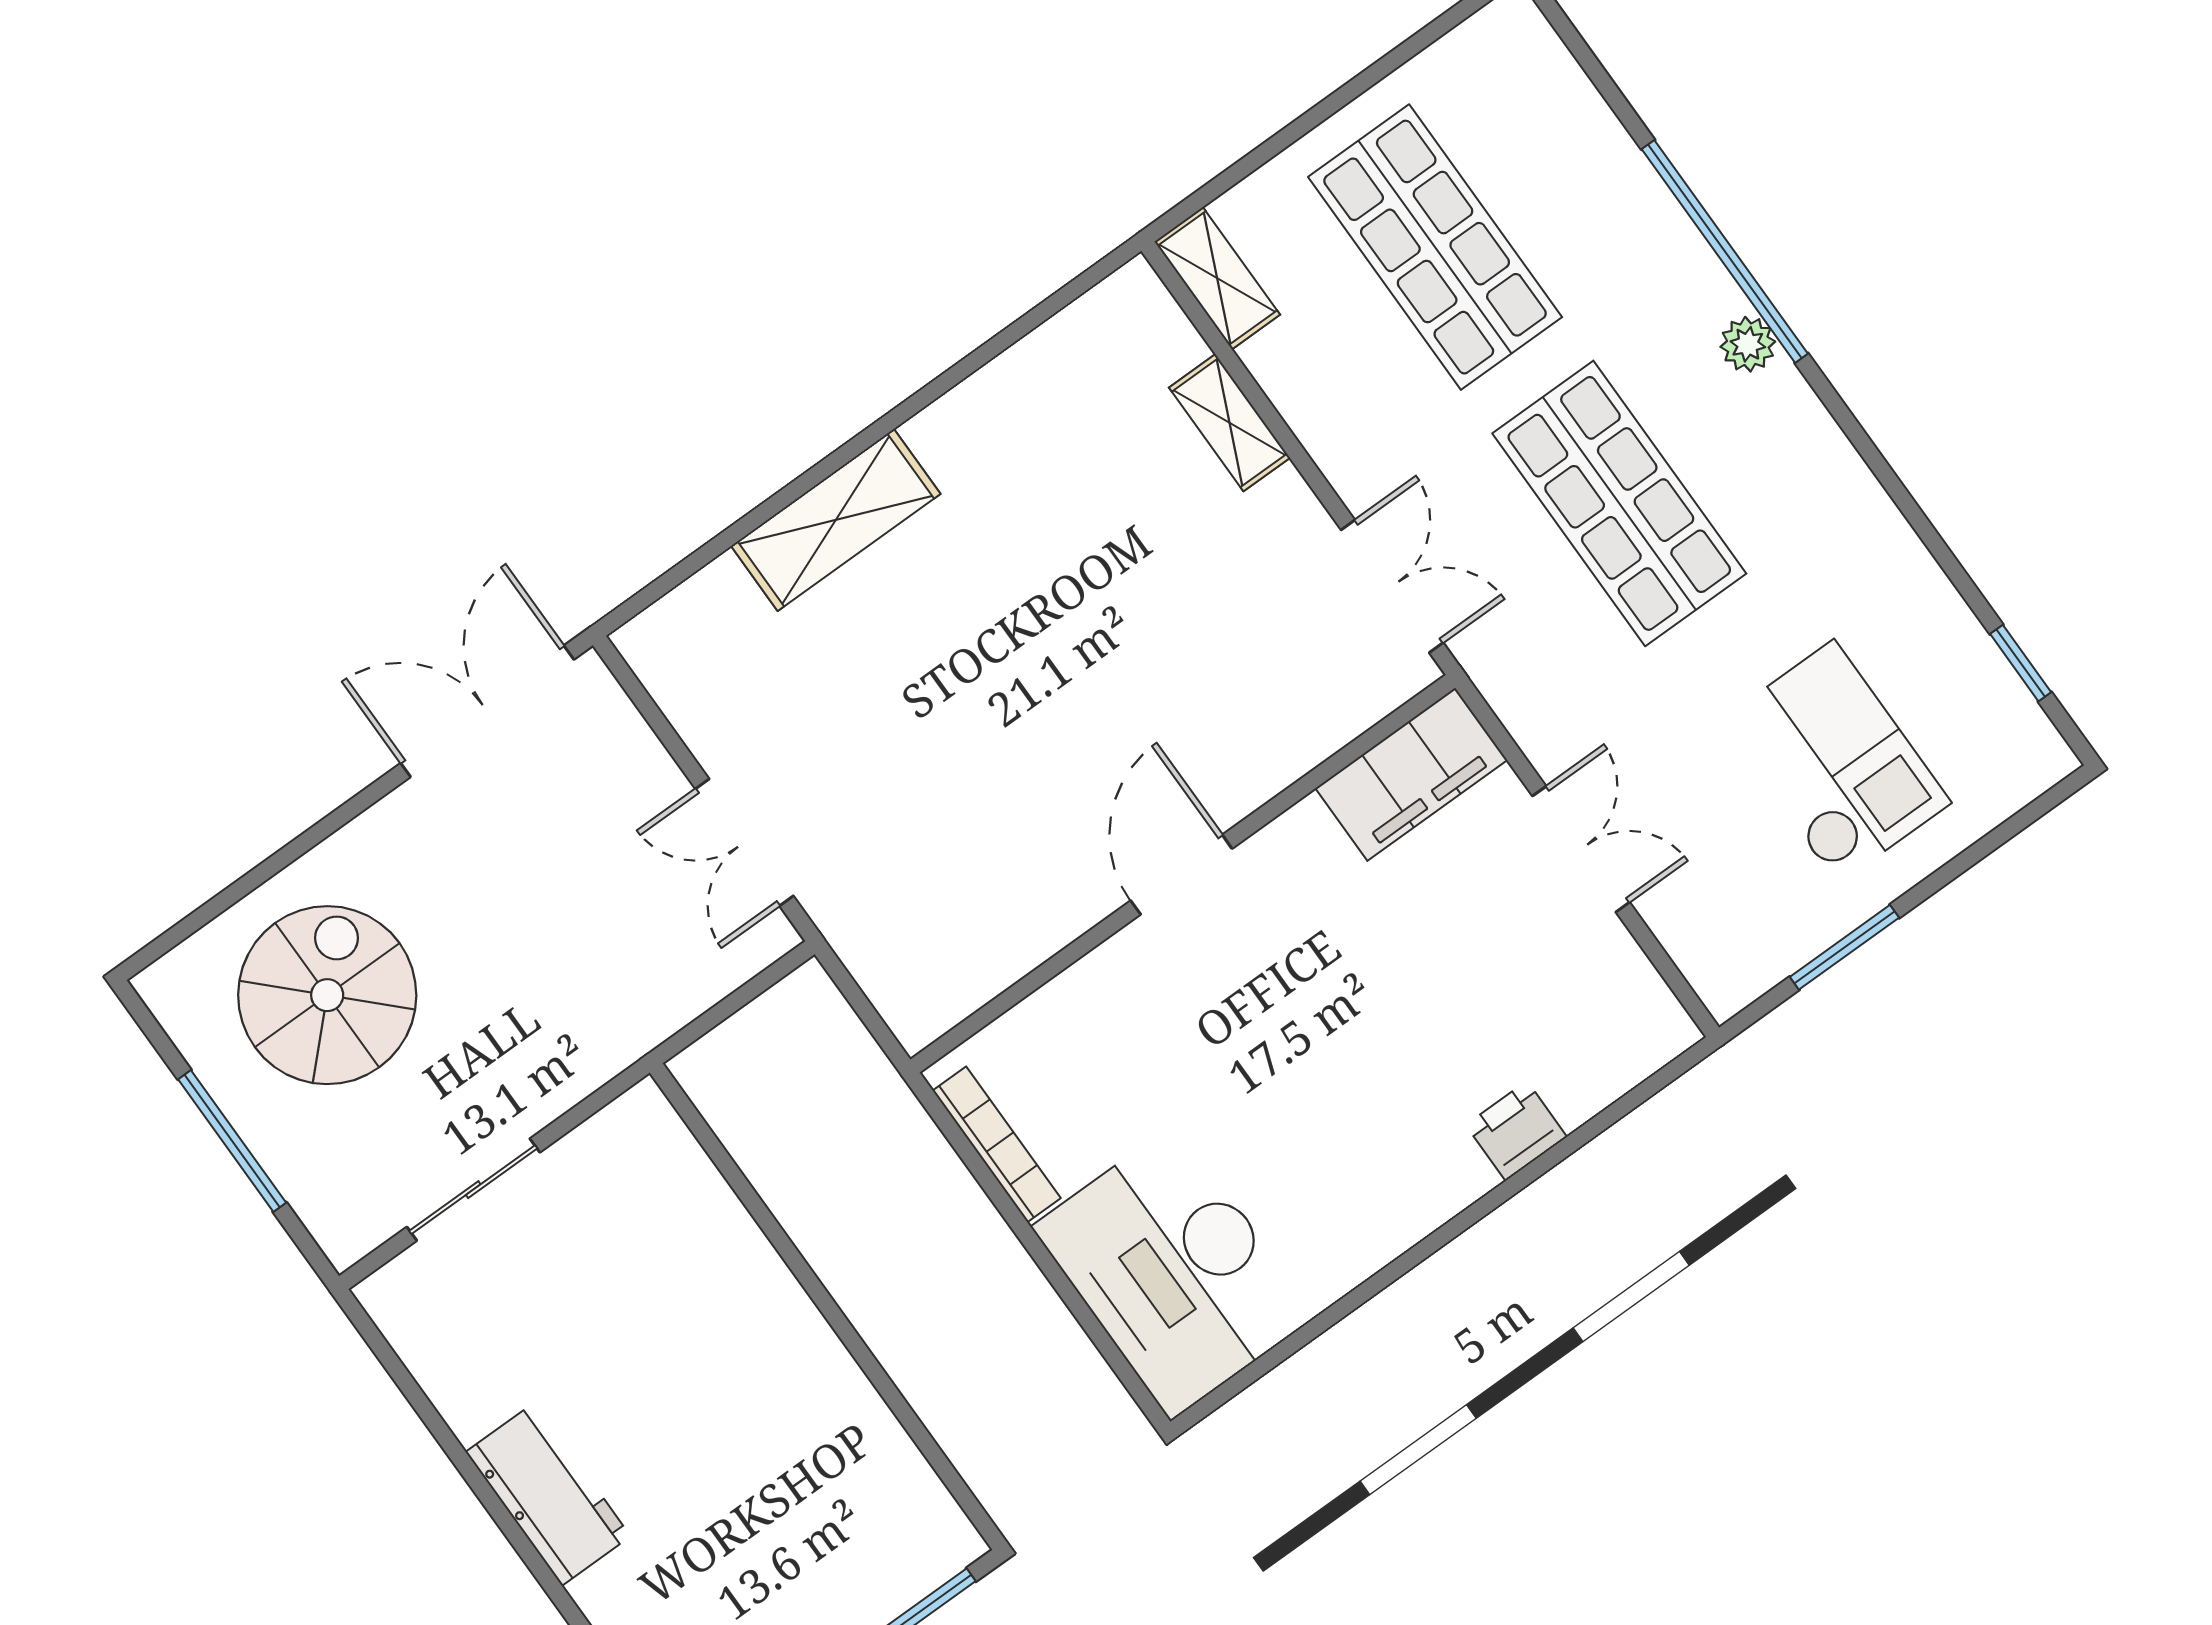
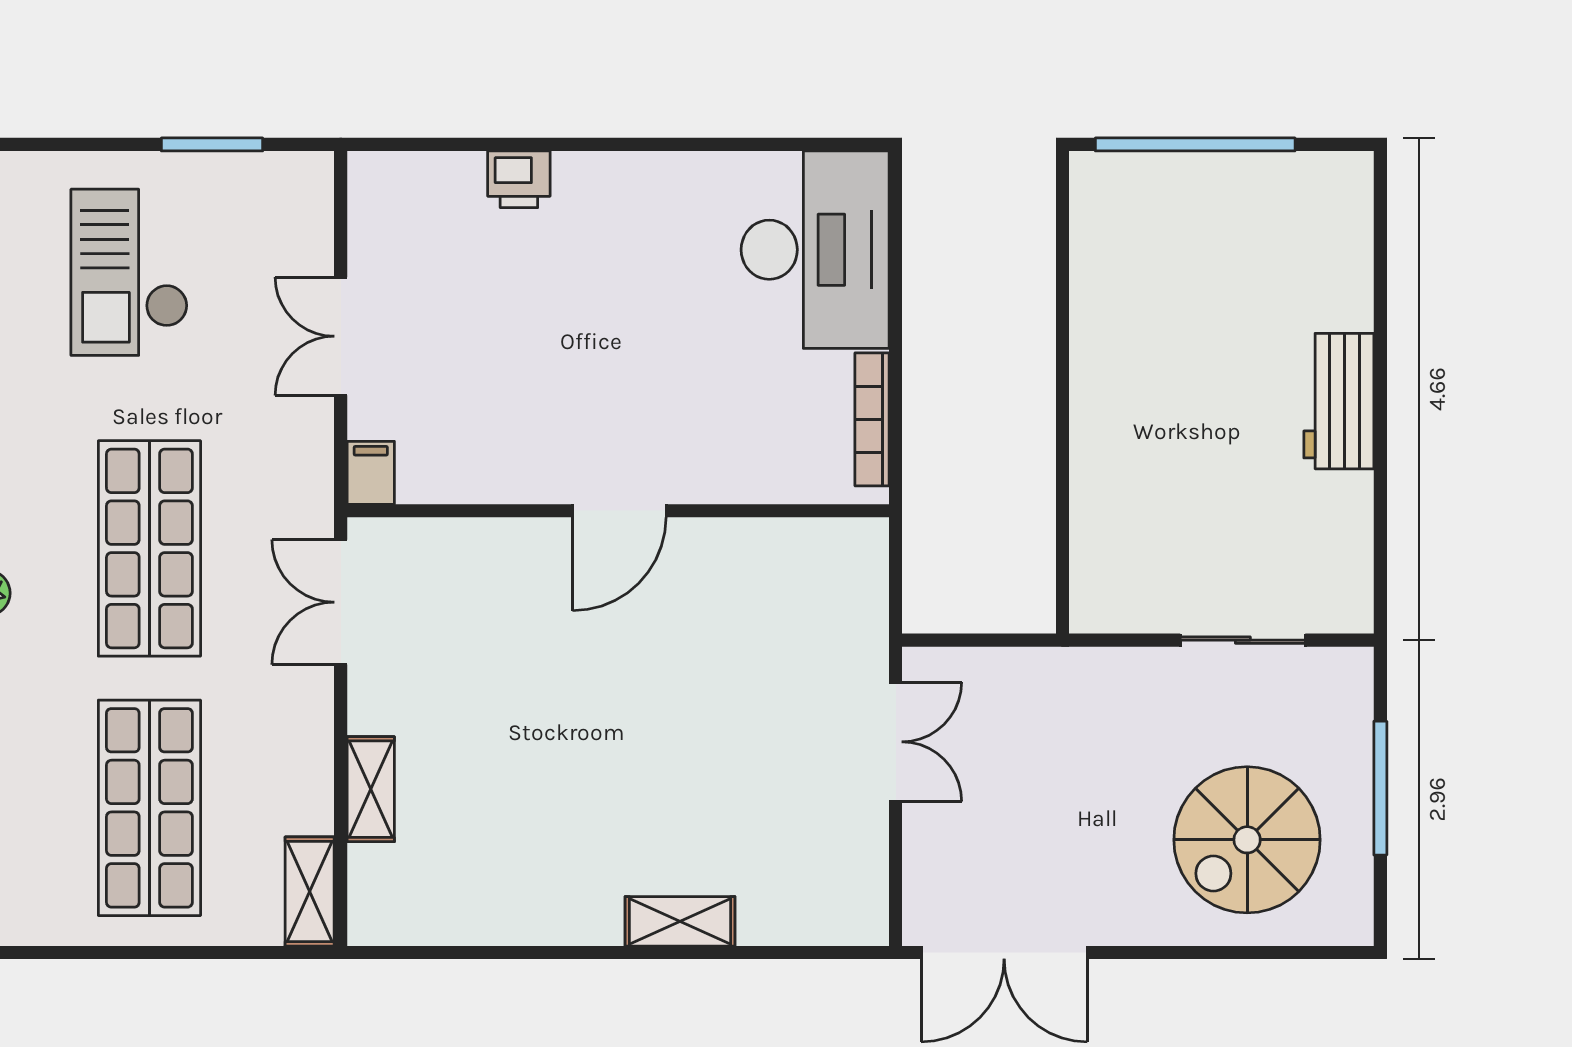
shelving: (836, 520) -> (680, 921), width x0.67, depth x0.75
filing cabinet: (1411, 774) -> (371, 473), width x0.33, depth x0.86

